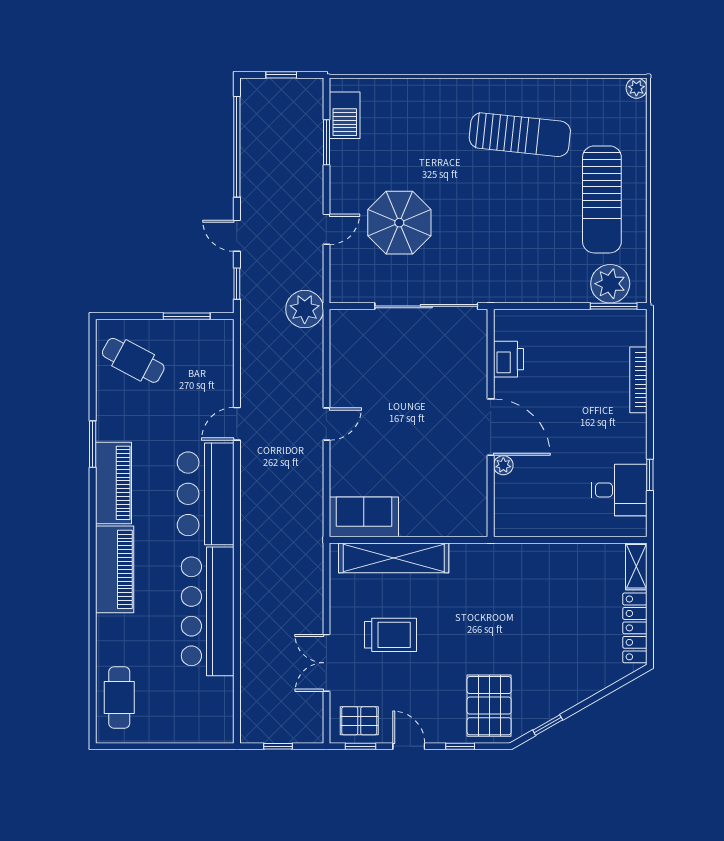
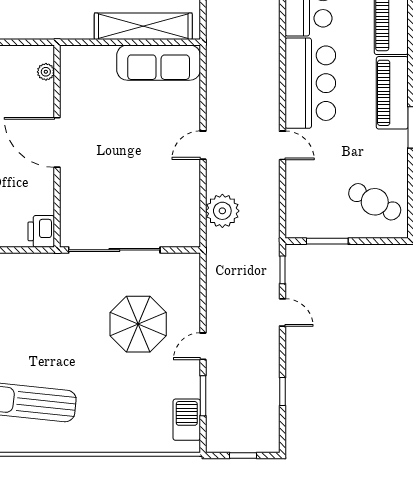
window: (237, 147) -> (283, 392), width x0.32
door: (326, 229) -> (203, 346), moved
plant: (305, 309) -> (222, 211), moved
printer: (508, 359) -> (41, 231), moved
door: (237, 424) -> (283, 145), hinge flipped
plant: (503, 465) -> (46, 72), moved
sofa: (364, 517) -> (159, 63), width x1.36

